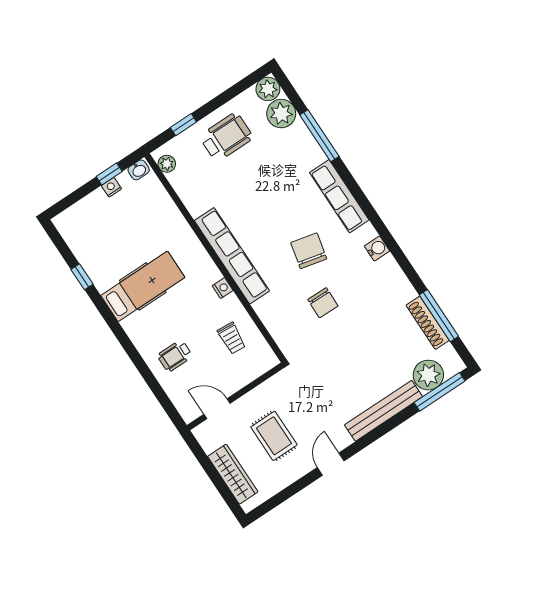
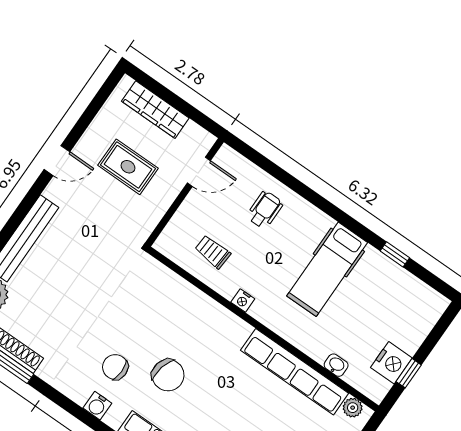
washbasin: (139, 170) -> (336, 365), moved, turned 90
nightstand: (111, 187) -> (391, 363), width x1.89, depth x1.79
row of seats: (232, 256) -> (295, 372), moved
chair: (323, 303) -> (115, 367), moved
door: (331, 464) -> (57, 161), hinge flipped

